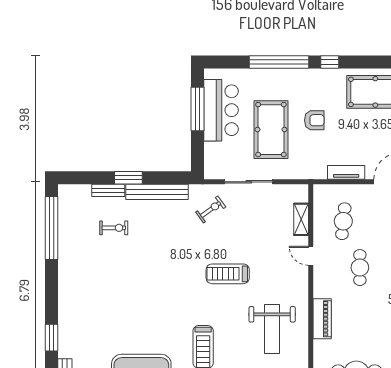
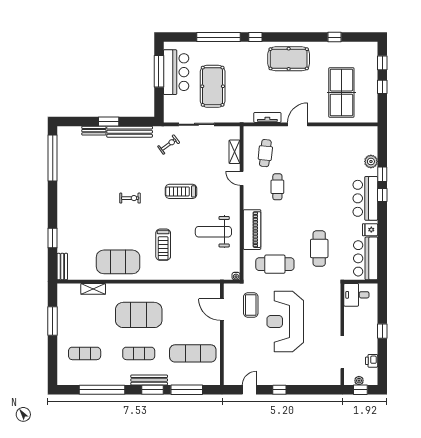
armchair: (314, 120) -> (244, 79), removed
exercise bike: (114, 228) -> (130, 198), moved
piano: (322, 319) -> (252, 230), width x1.37, depth x1.33
weight bench: (272, 329) -> (213, 232), turned 90

